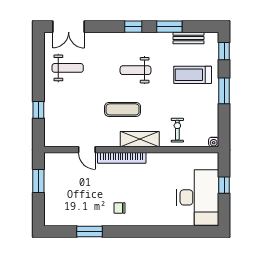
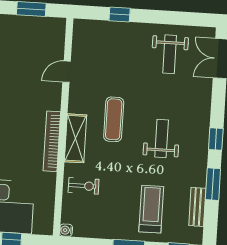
bookcase: (122, 158) -> (52, 141), moved

